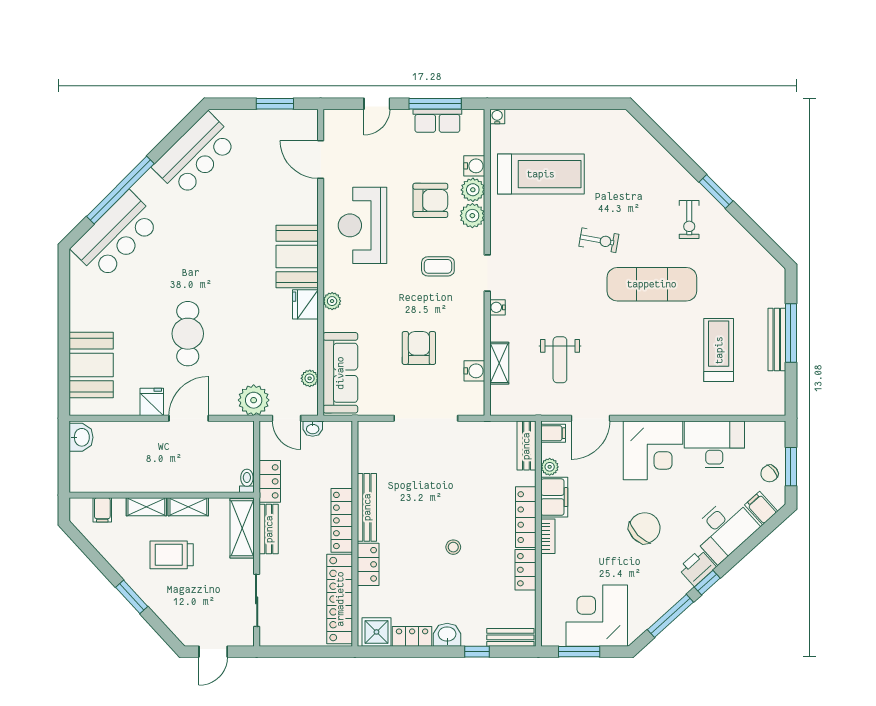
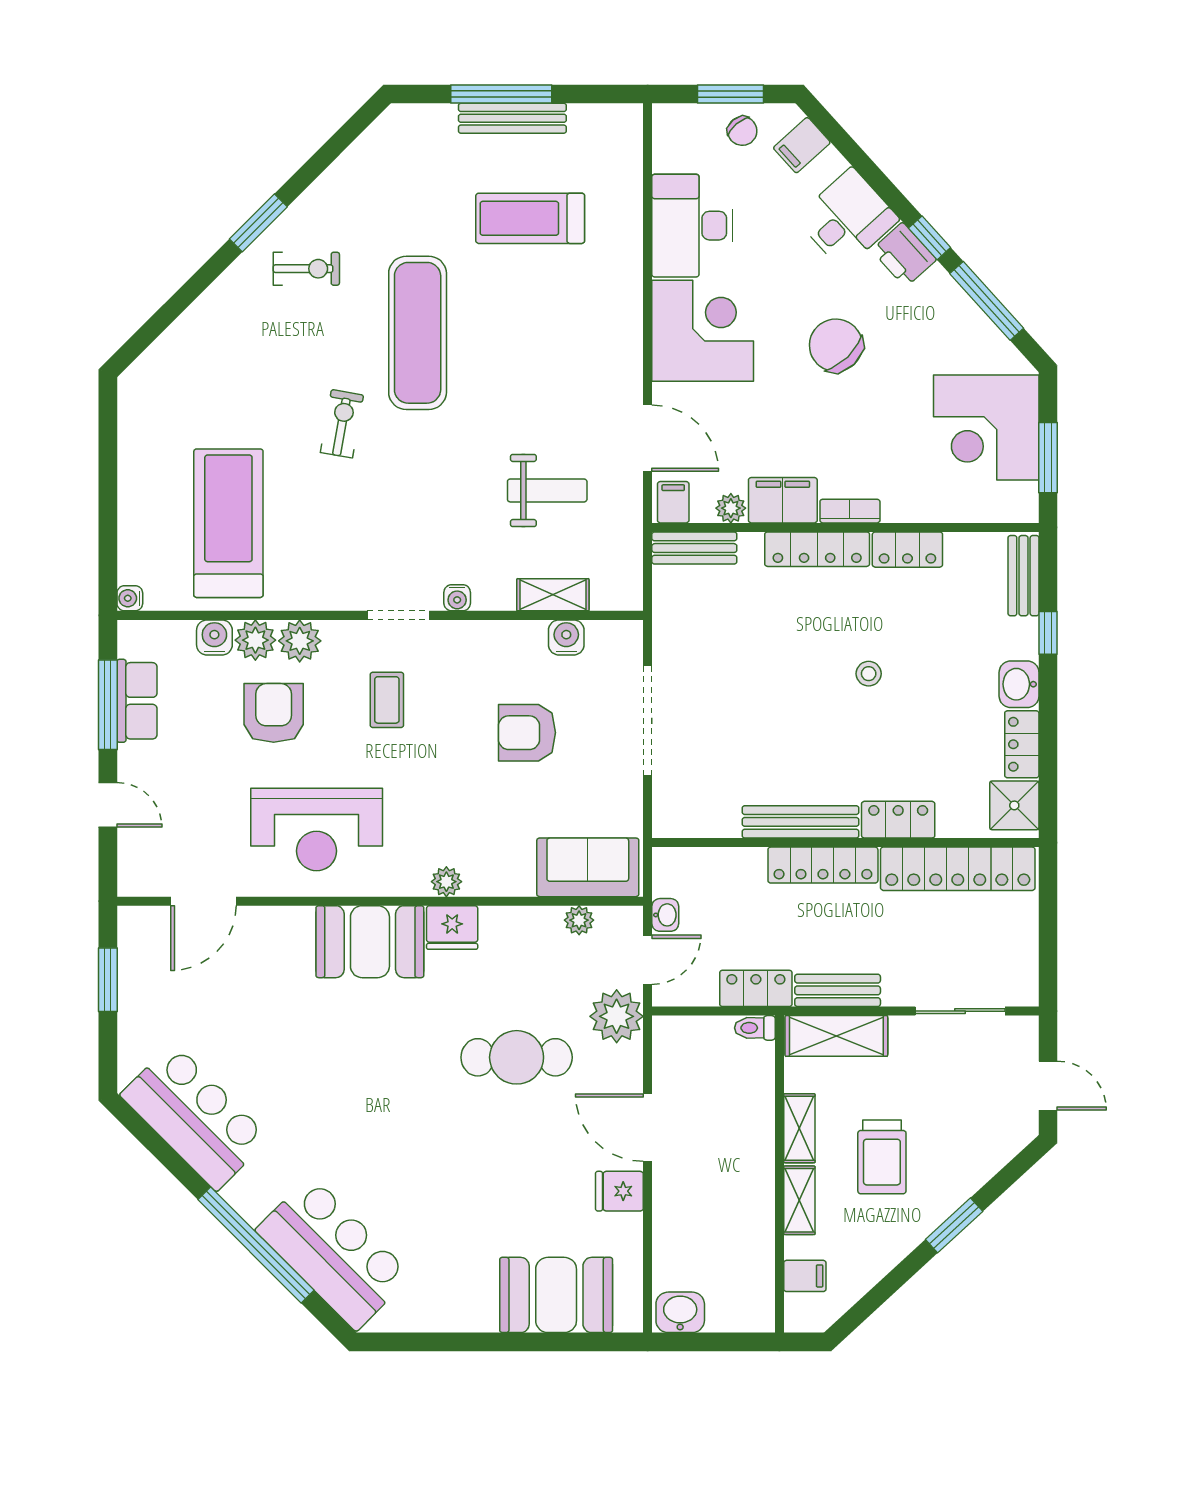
cafe table: (188, 334) -> (517, 1057), moved
sofa: (340, 373) -> (588, 867), width x0.73
desk: (724, 529) -> (847, 219), width x0.73

